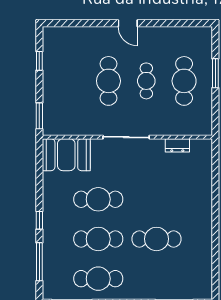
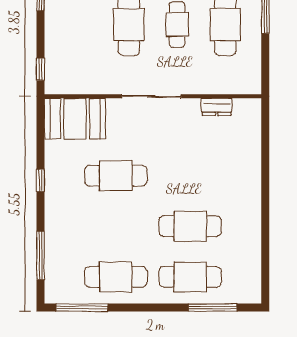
window: (39, 116) -> (41, 69), width x0.67
window: (39, 220) -> (41, 180), moved
cafe table: (98, 239) -> (190, 277), moved

